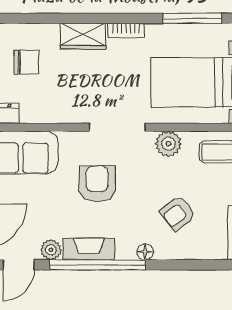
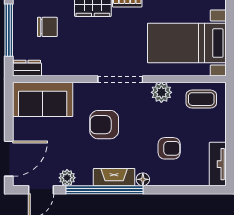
armchair: (97, 184) -> (104, 125), turned -90
armchair: (178, 213) -> (169, 148), turned -143
fireplace: (89, 249) -> (114, 177), moved

